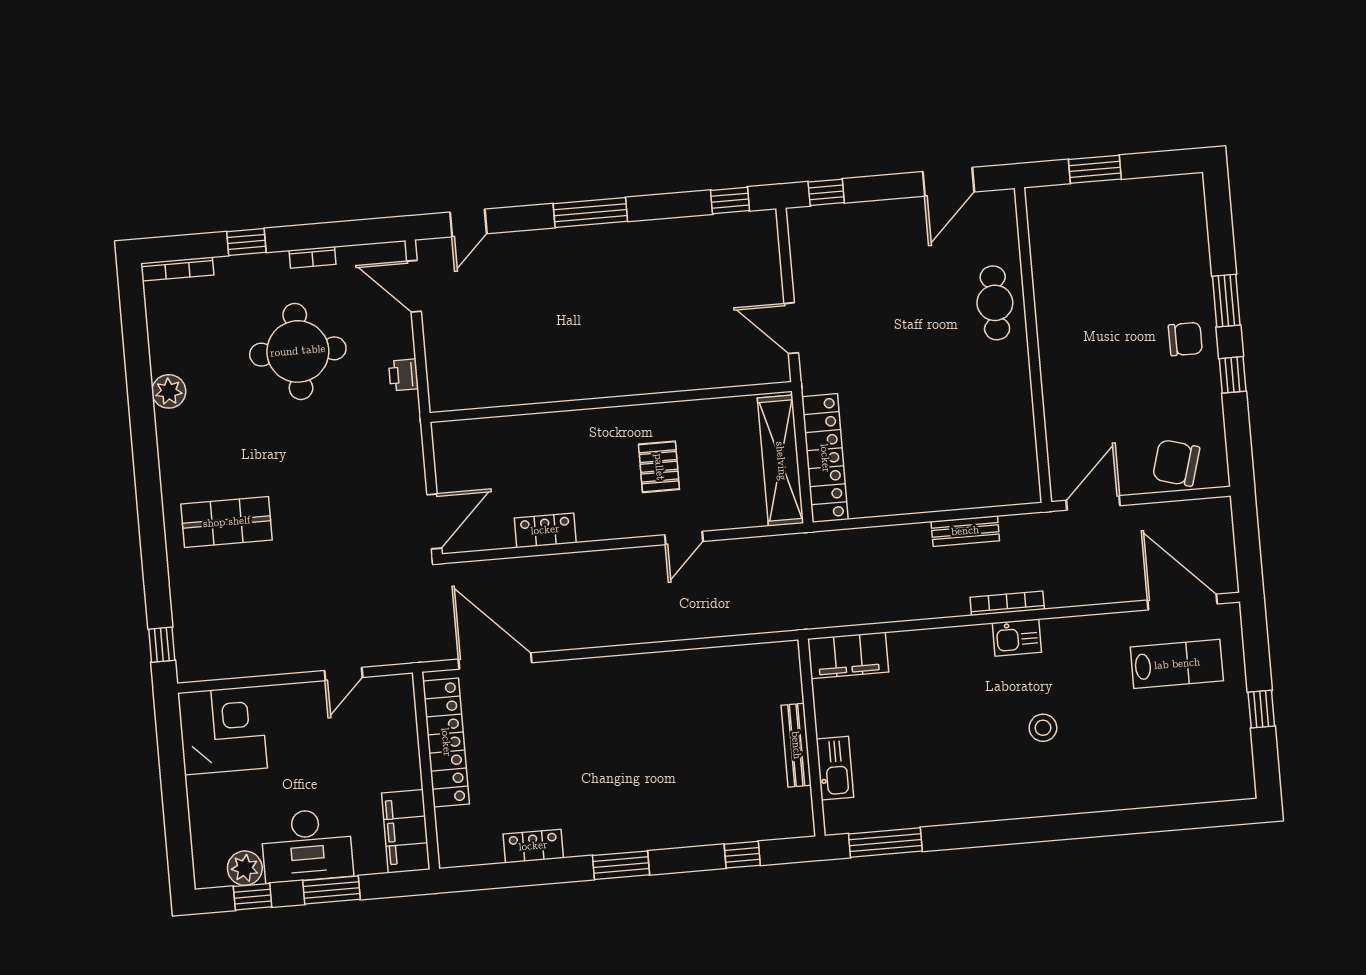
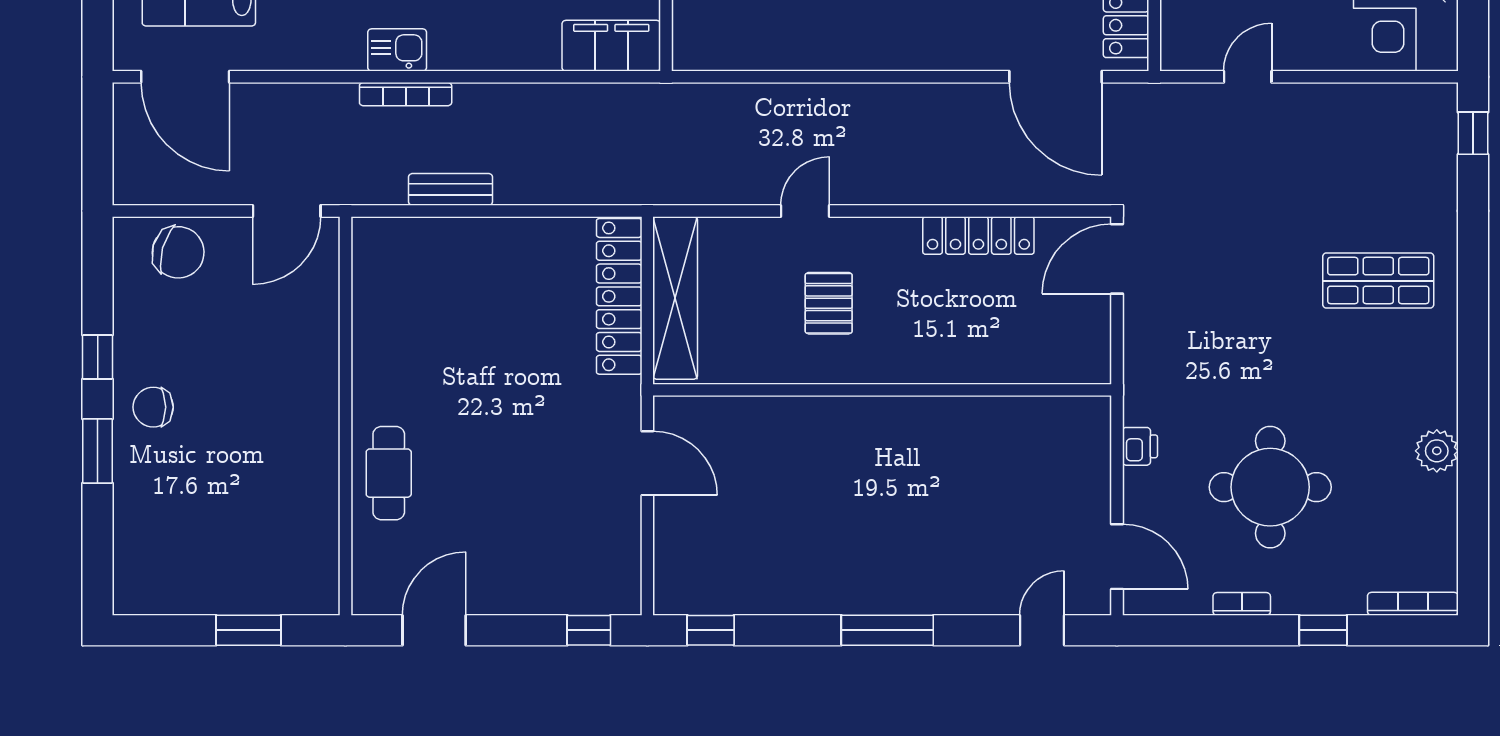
locker: (545, 530) -> (978, 236), width x1.53

